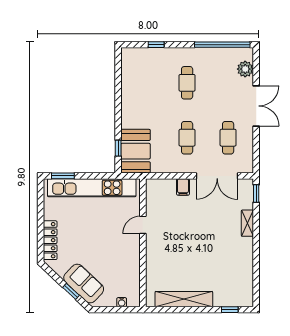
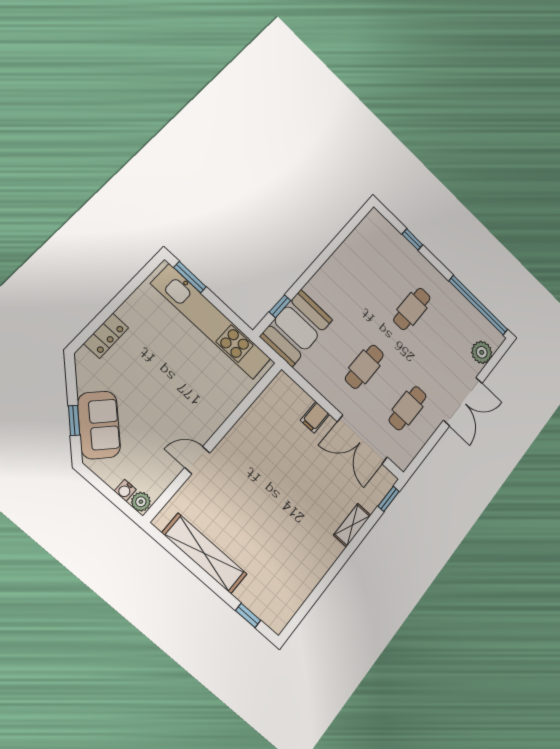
door: (143, 225) -> (197, 460), moved
locker: (50, 240) -> (106, 336), width x0.66
plant: (133, 301) -> (141, 502), added

